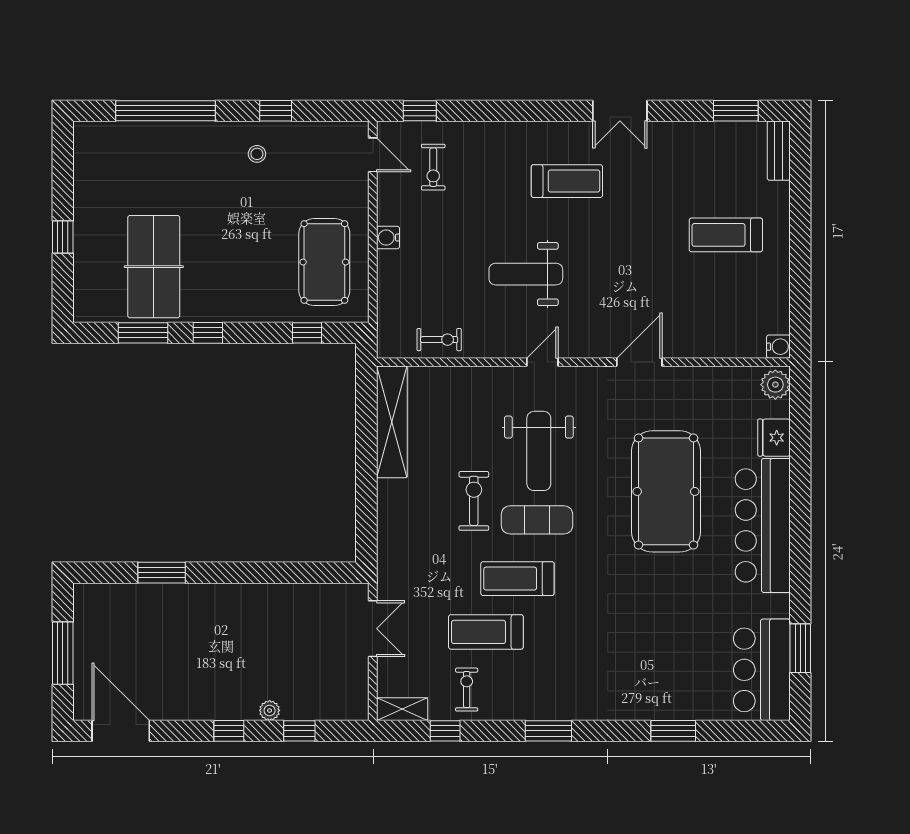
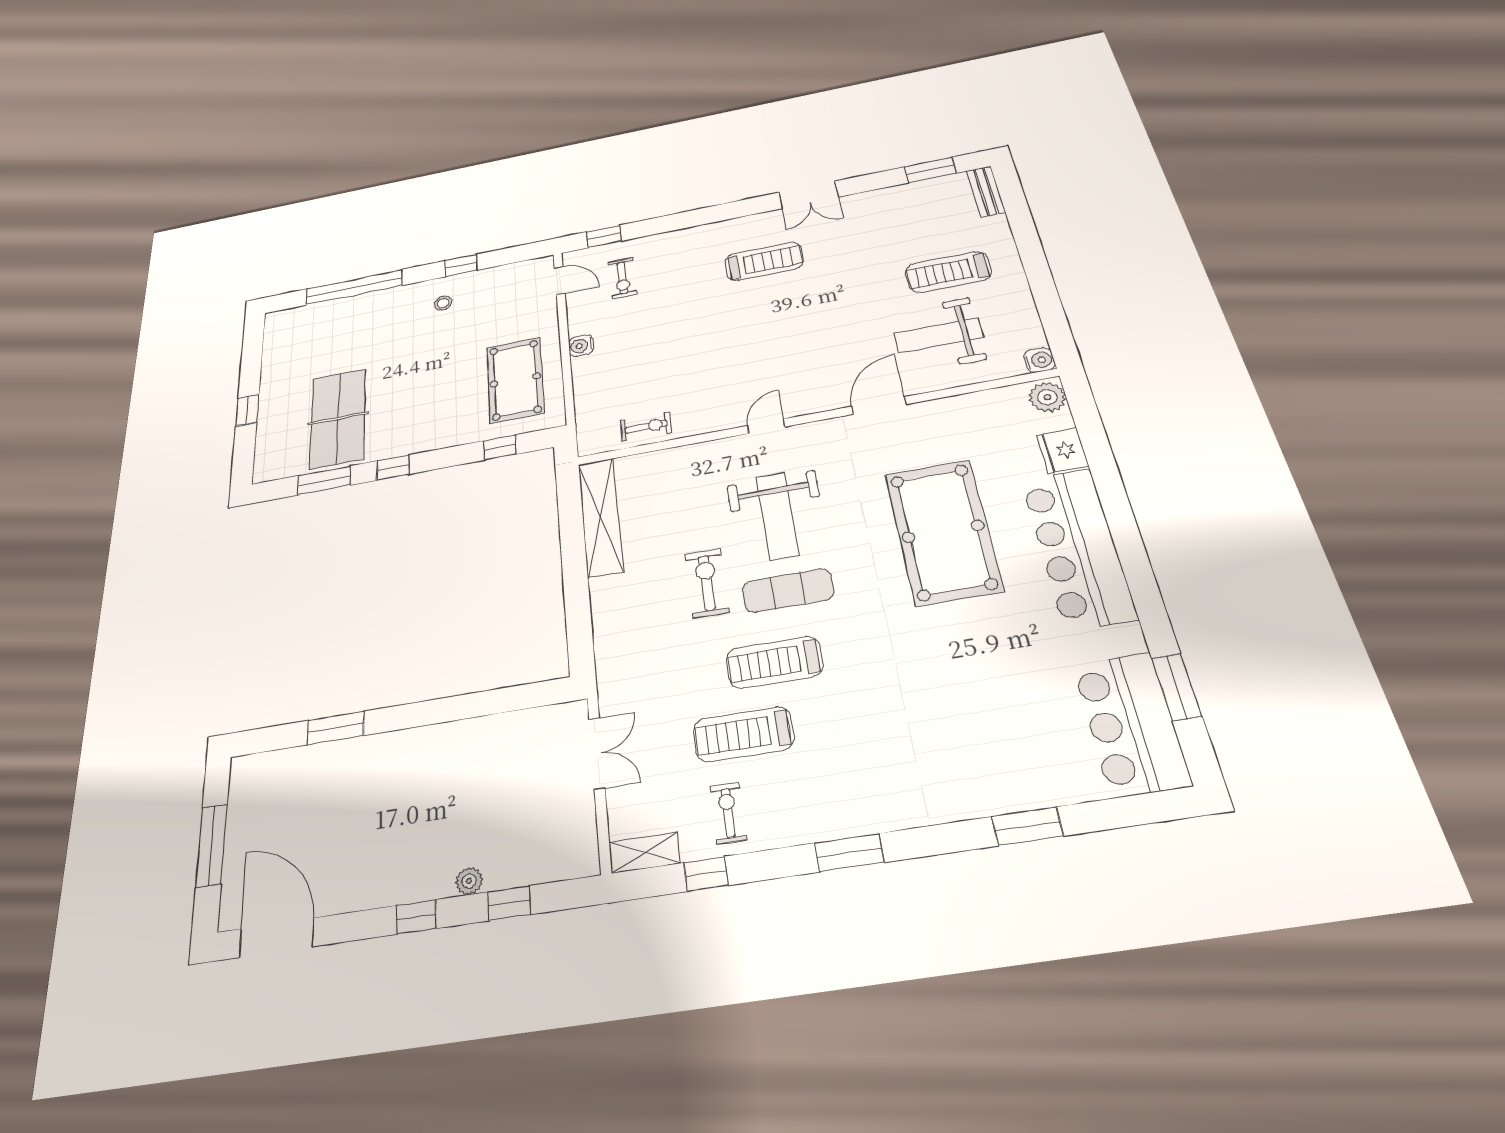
weight bench: (526, 274) -> (939, 335), moved

